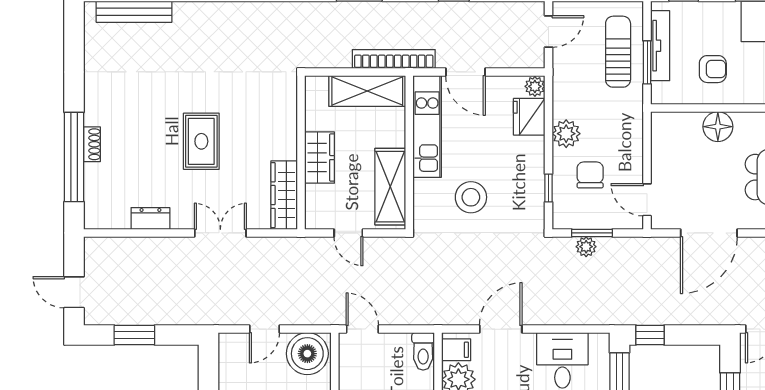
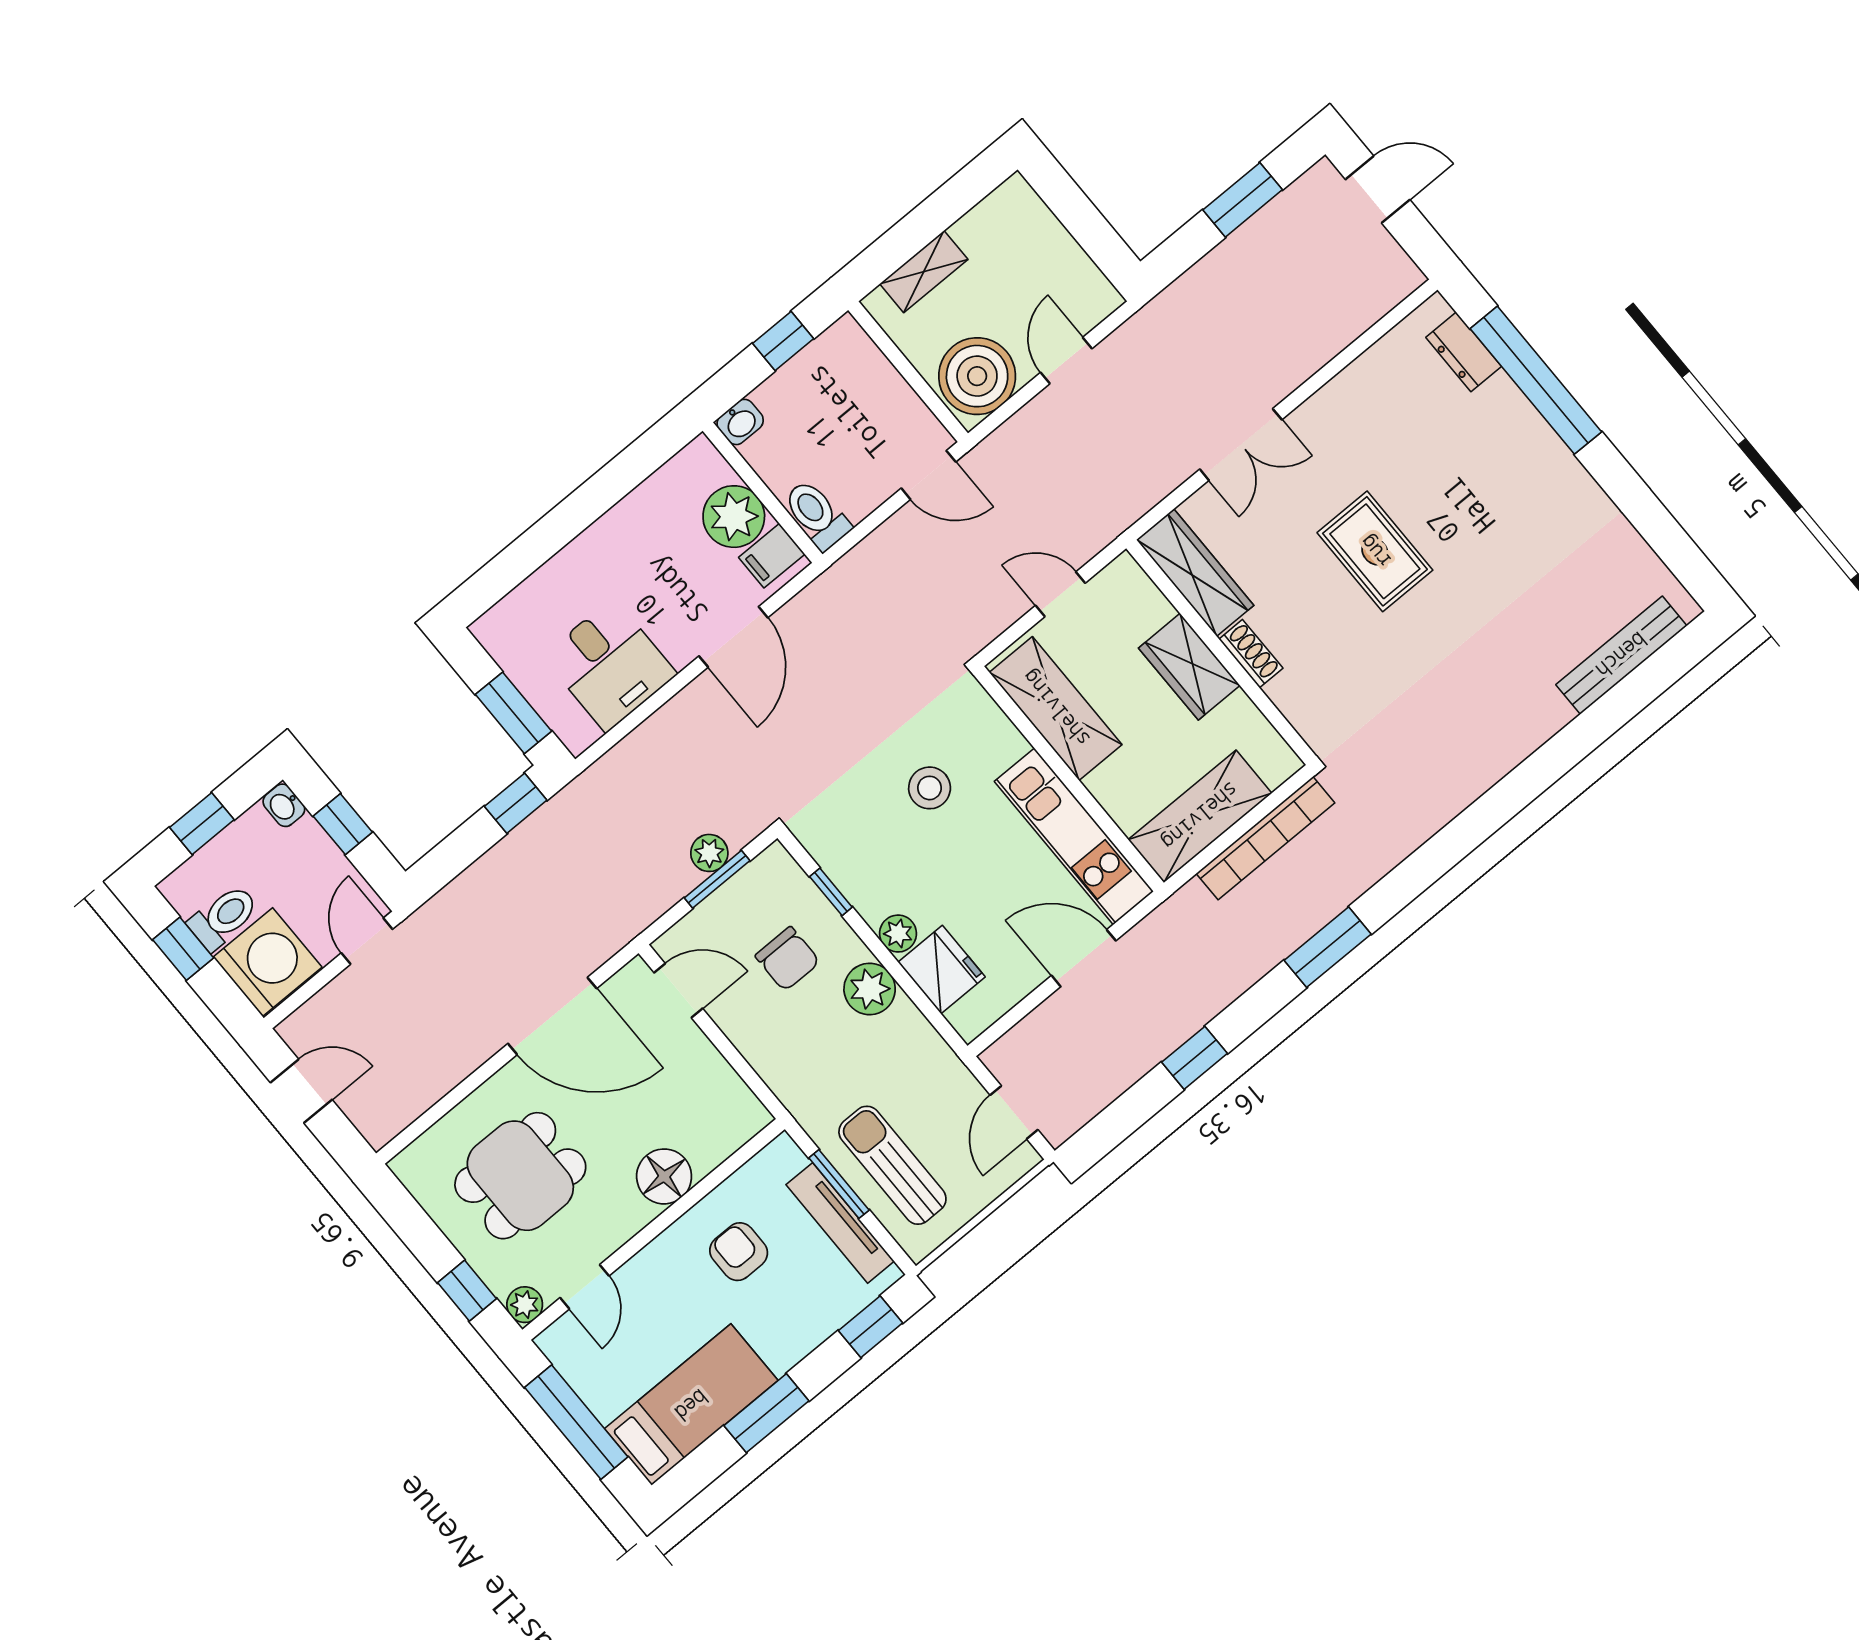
sun lounger: (618, 52) -> (892, 1165), turned 180
bookcase: (394, 59) -> (1265, 838), moved
armchair: (713, 69) -> (739, 1252), turned 90
plant: (535, 86) -> (898, 934), moved
shoe rack: (92, 144) -> (1251, 654), moved, turned 180
stool: (471, 197) -> (930, 788), width x0.73, depth x0.73
dresser: (150, 218) -> (1464, 352), moved, turned 90
door: (709, 233) -> (552, 1016), swing flipped

